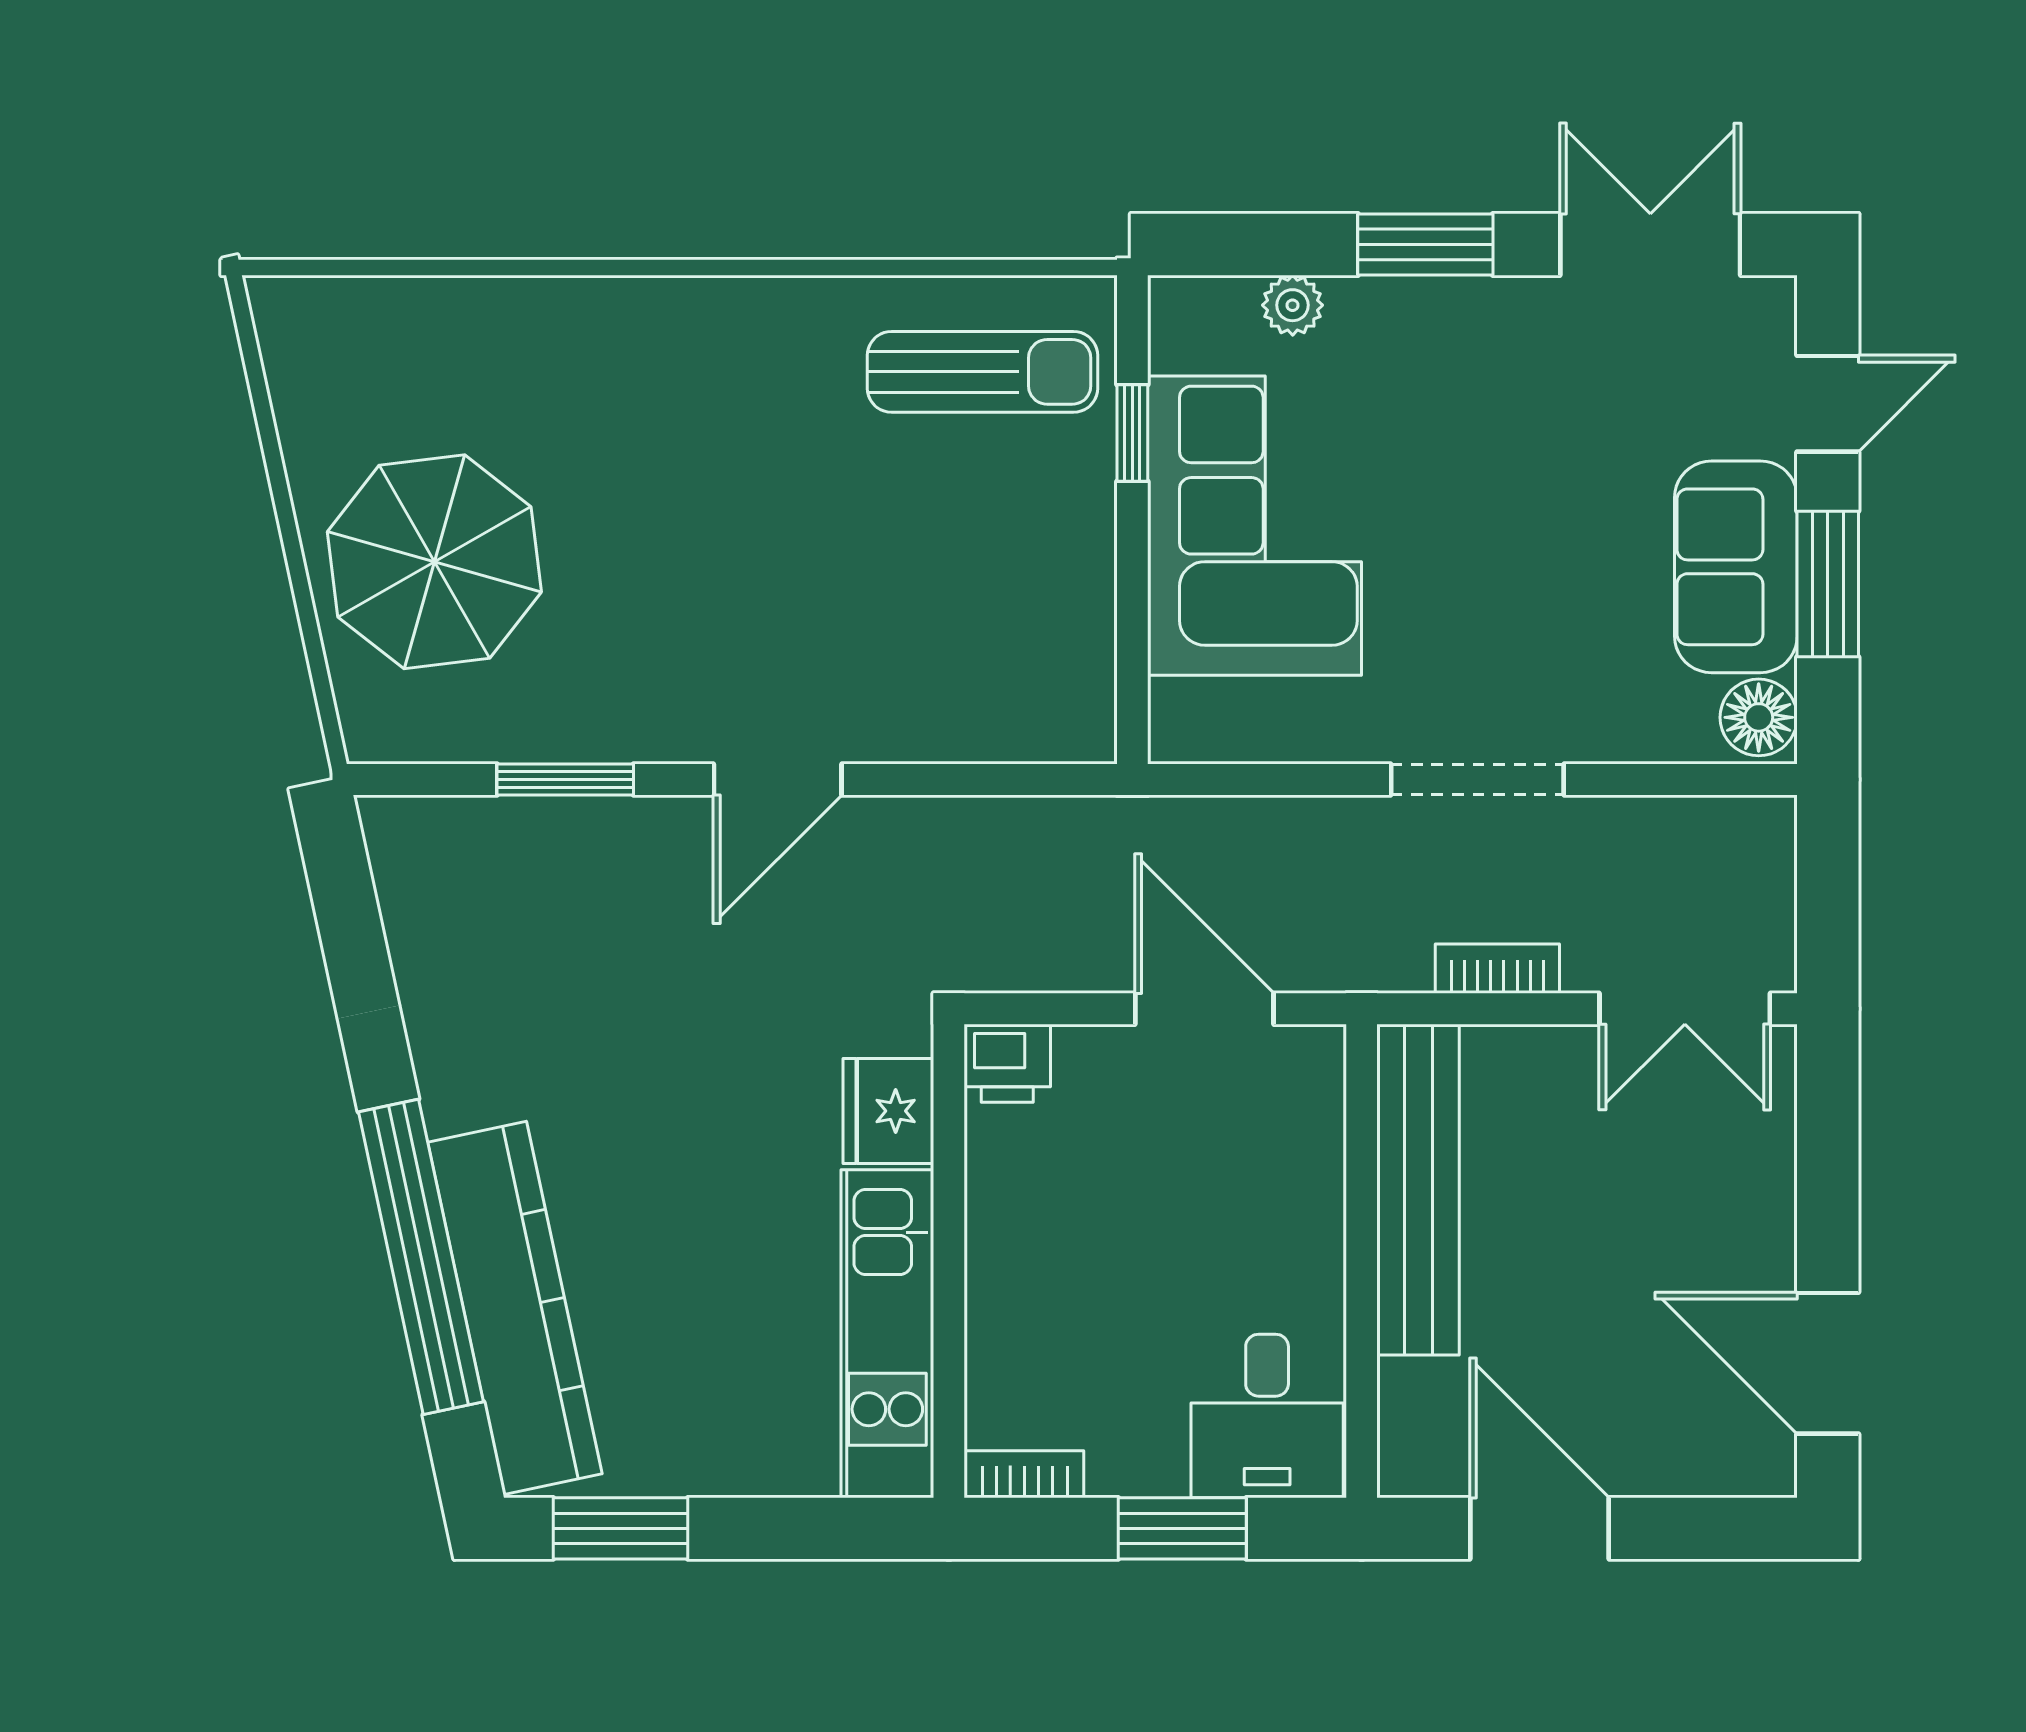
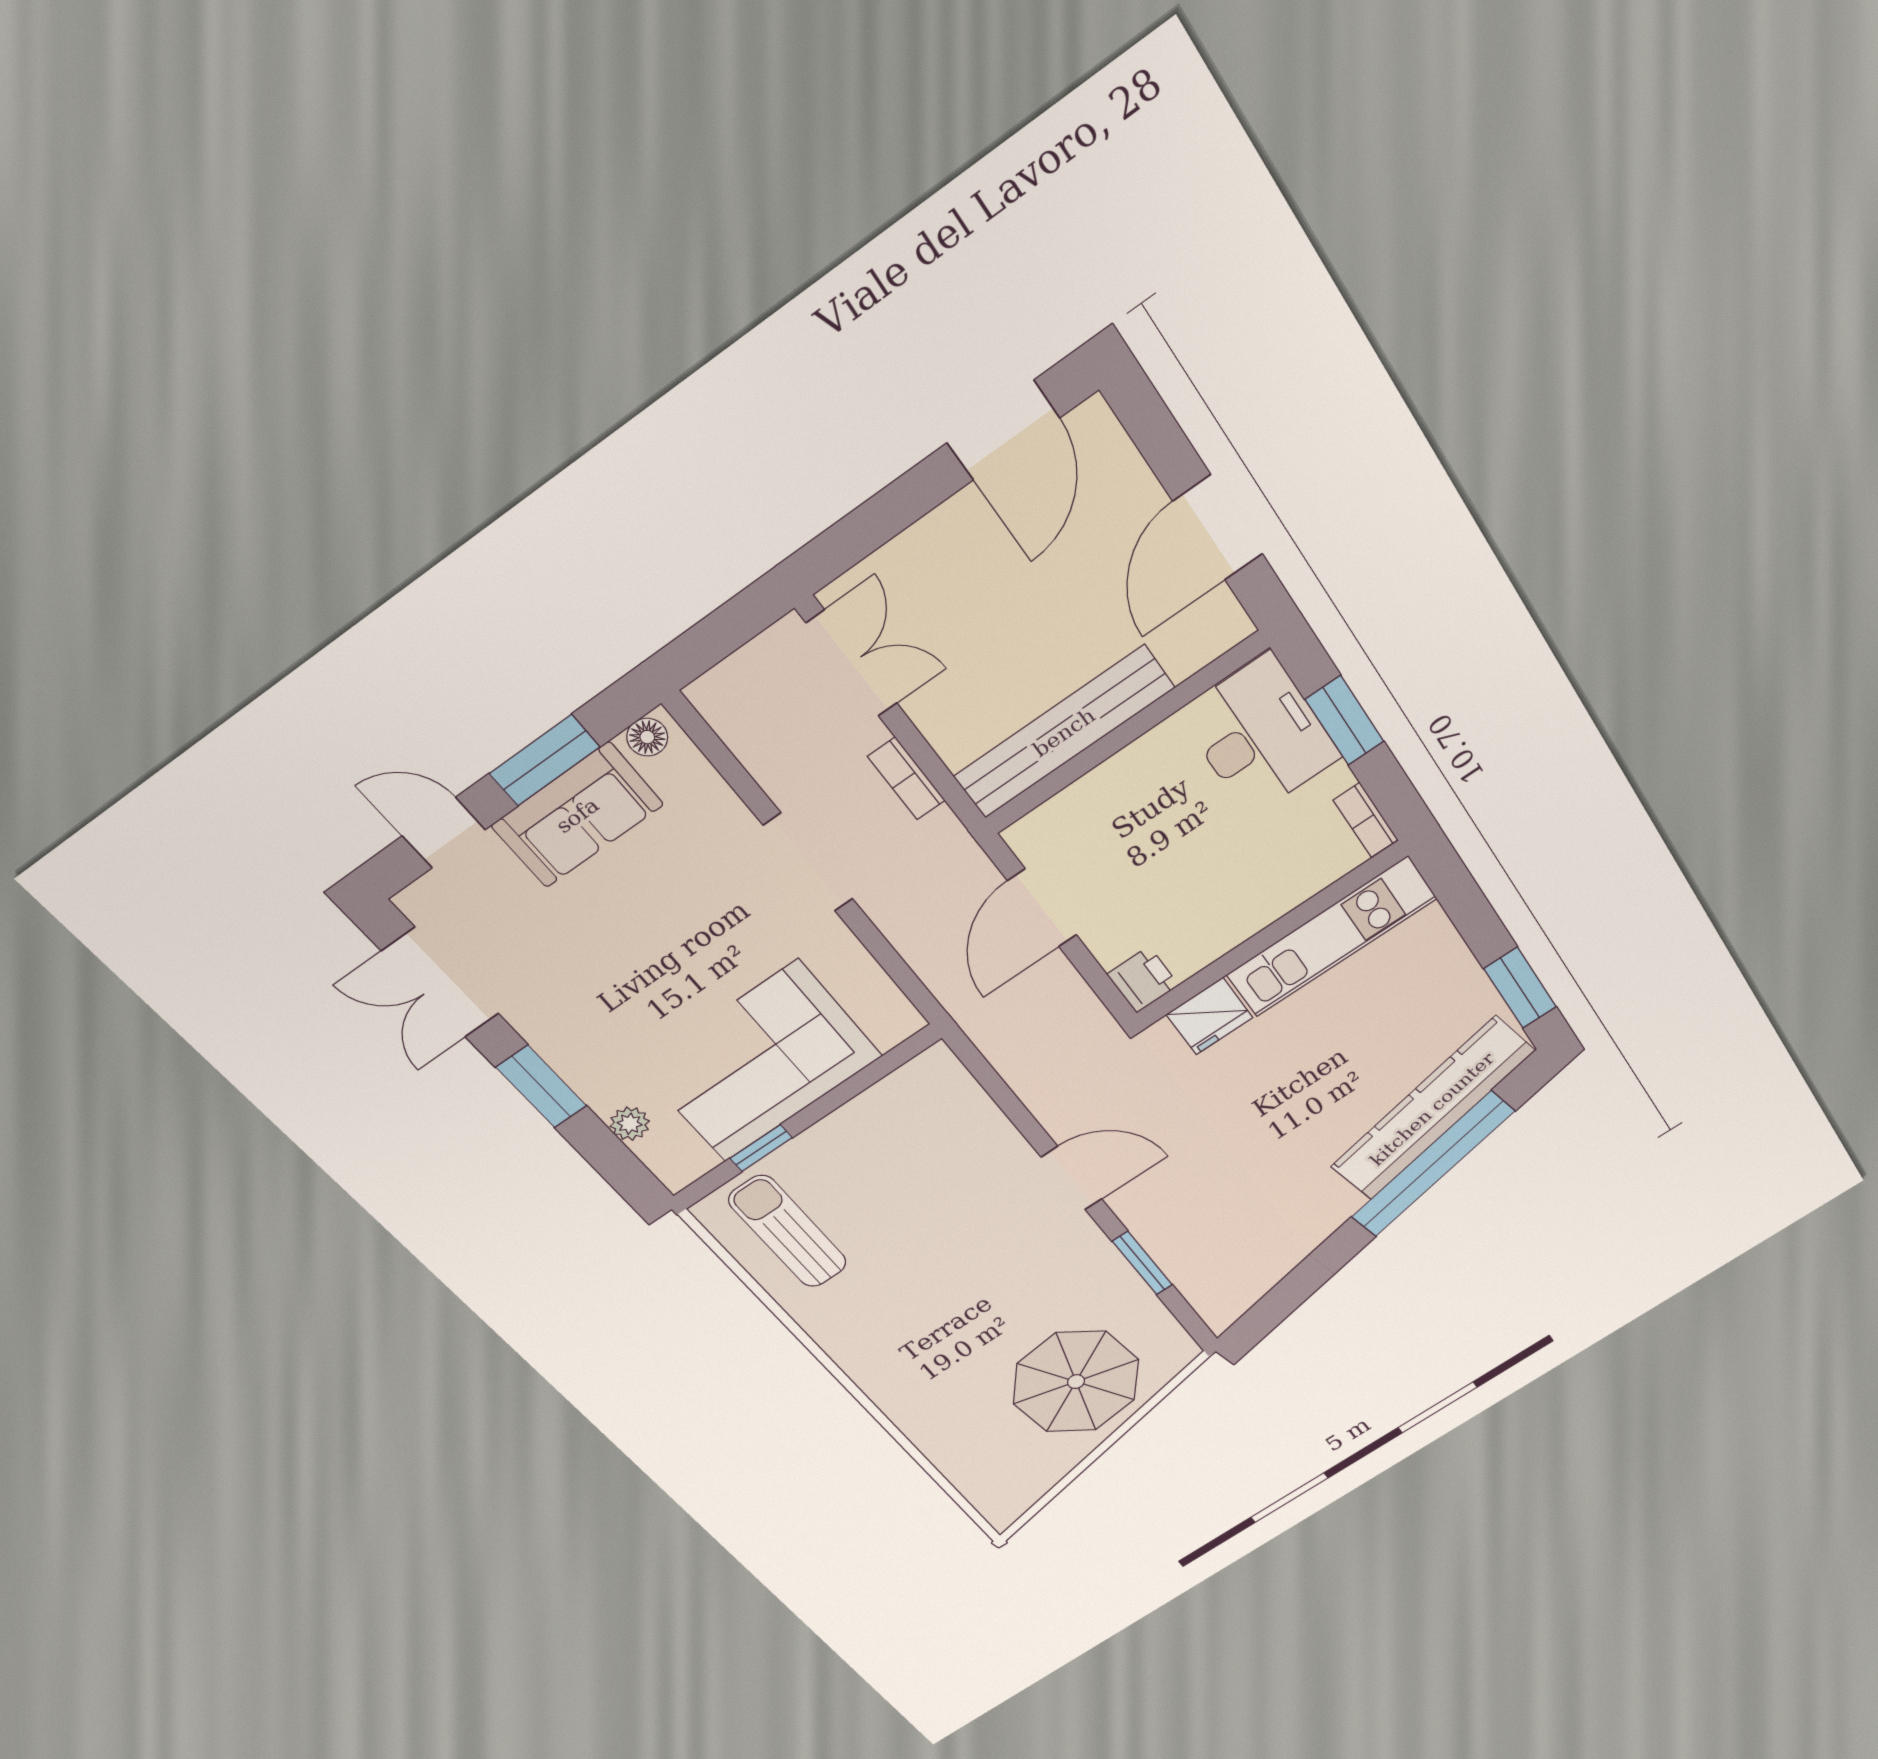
floor lamp: (1759, 717) -> (647, 737), width x0.73, depth x0.73
desk: (1267, 1416) -> (1260, 735), width x1.37

